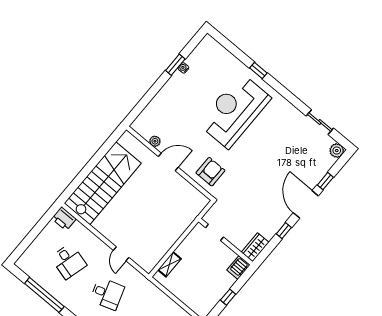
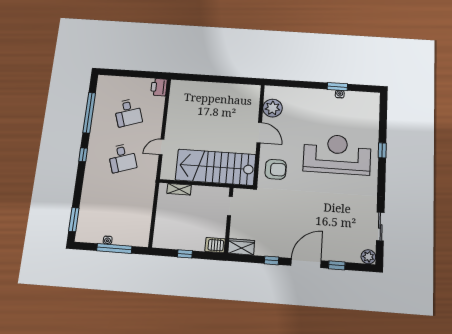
plant: (155, 141) -> (273, 108), width x1.87, depth x1.87
stairs: (103, 183) -> (216, 167), moved, turned 180
desk: (69, 261) -> (128, 113), turned -33

